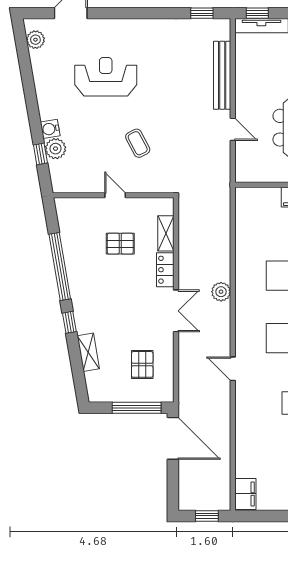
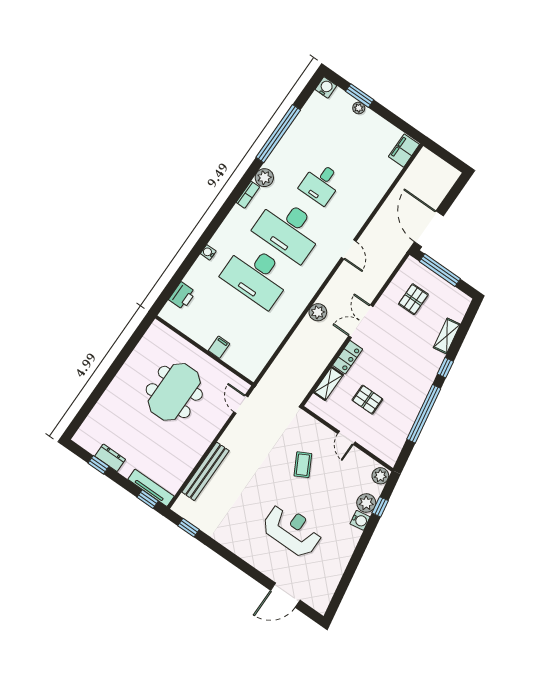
plant: (35, 40) -> (380, 476), moved
reception desk: (106, 77) -> (292, 530), turned 180
door: (233, 129) -> (241, 404), moved
window: (207, 516) -> (444, 154), removed

